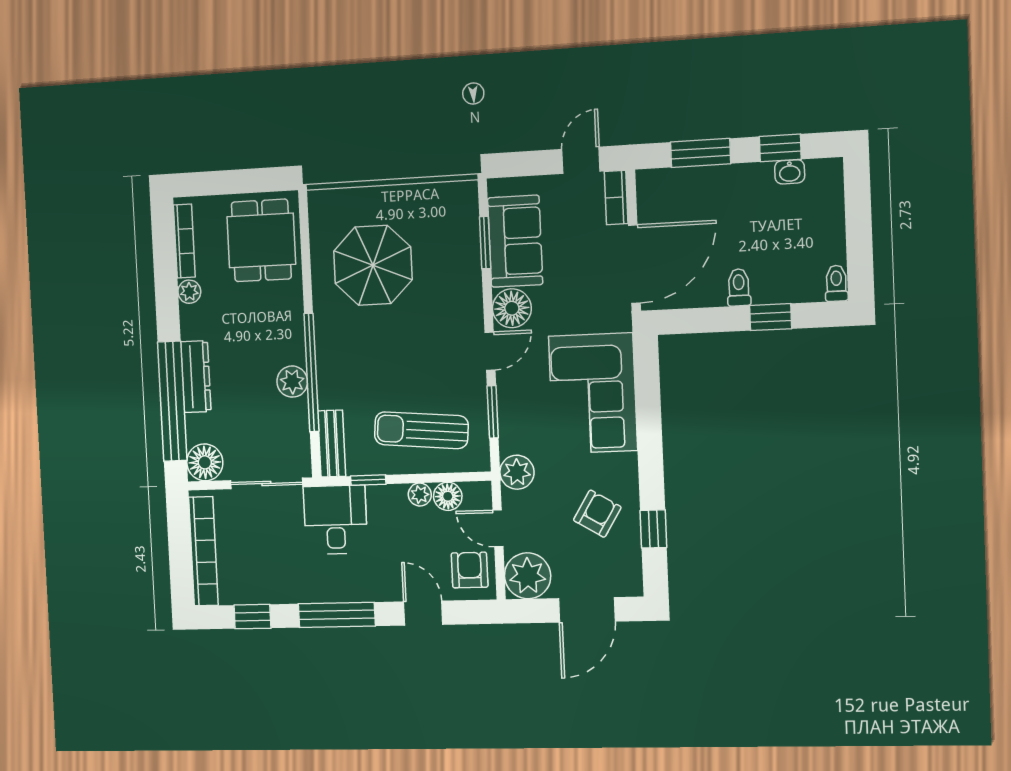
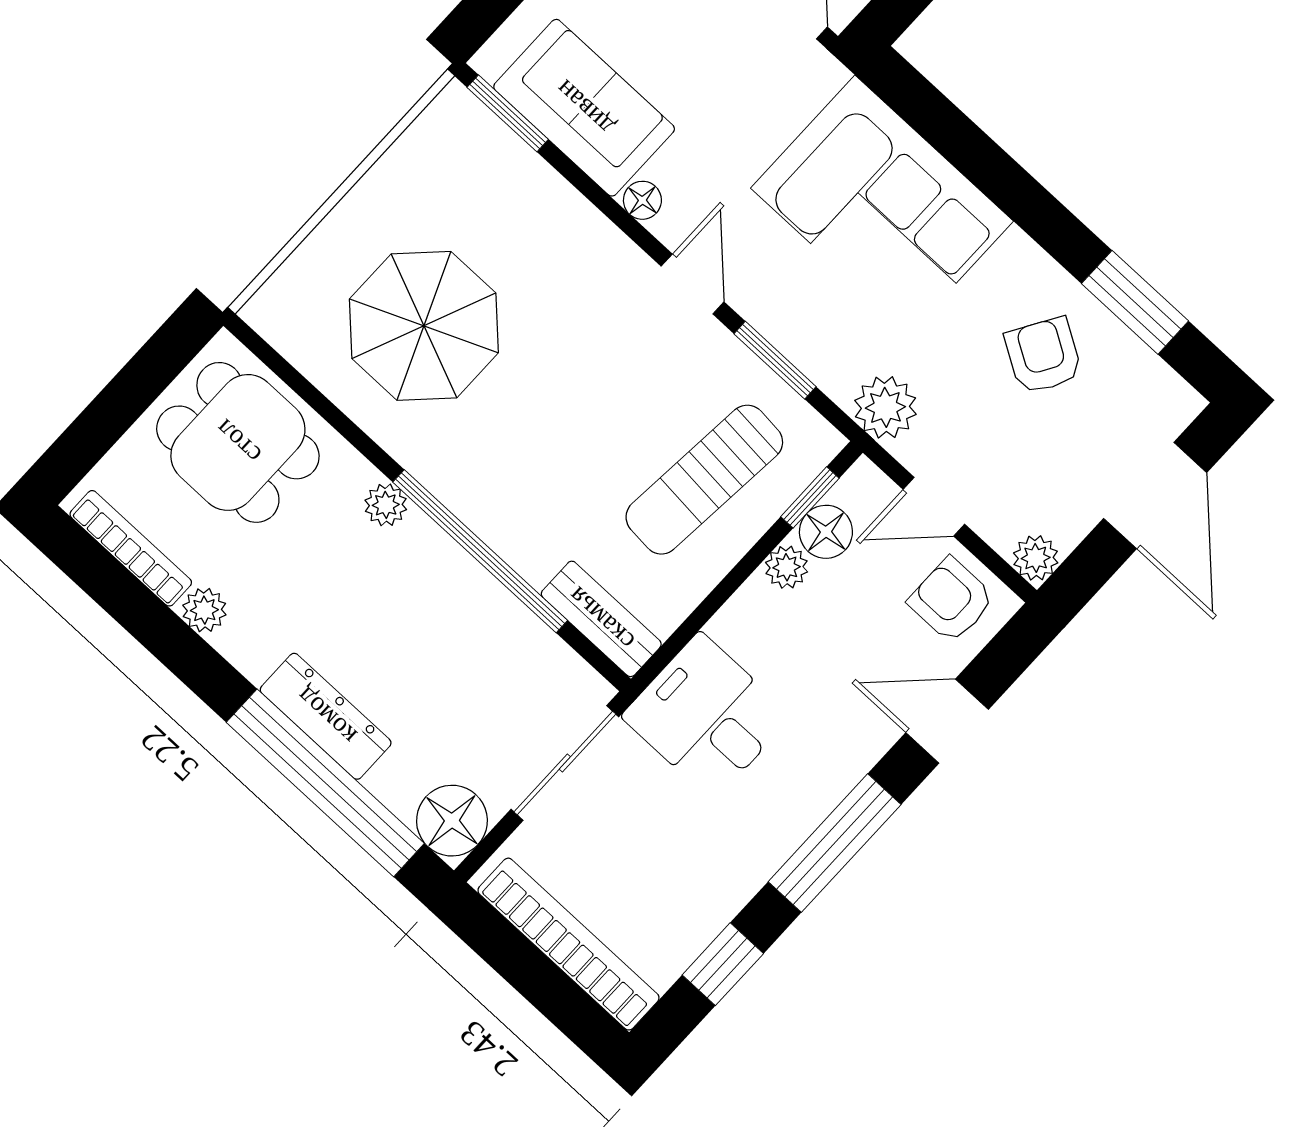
window: (485, 243) -> (508, 113), moved
floor lamp: (512, 308) -> (642, 200), width x0.53, depth x0.53
plant: (292, 382) -> (386, 505), moved, width x0.73, depth x0.73
window: (368, 480) -> (810, 497), moved
window: (653, 529) -> (1135, 302), width x1.50
plant: (528, 576) -> (1036, 558), width x0.53, depth x0.53

